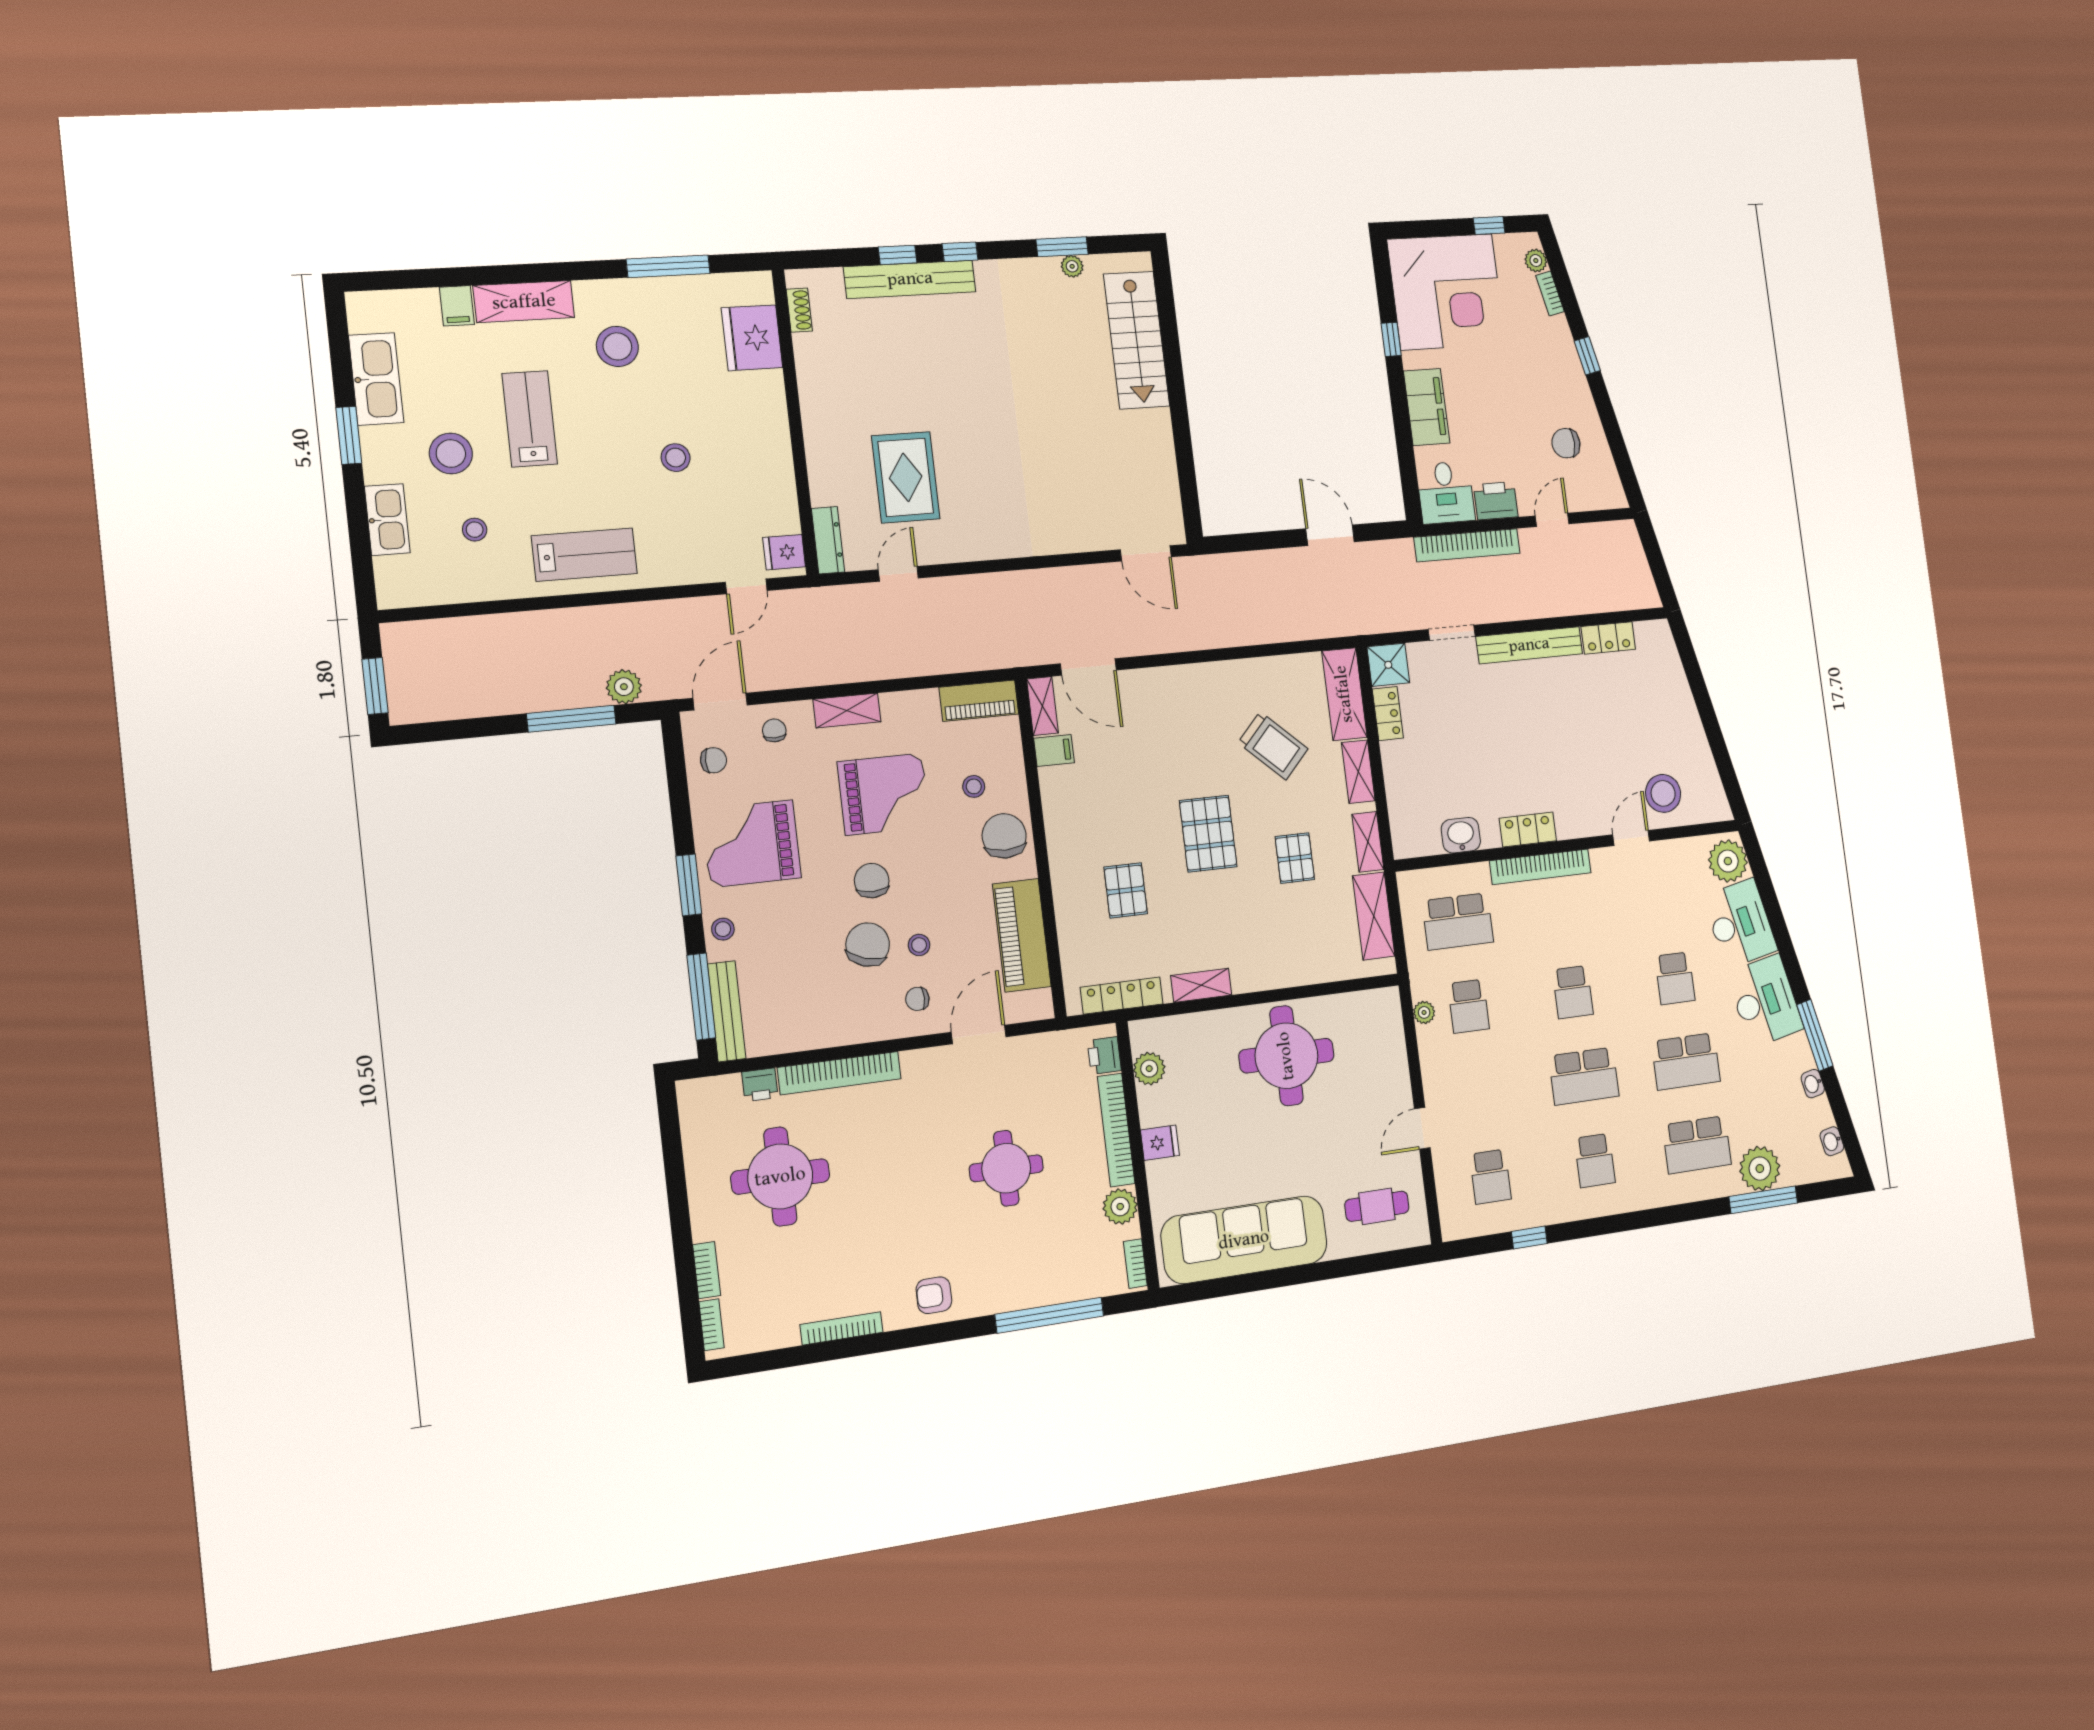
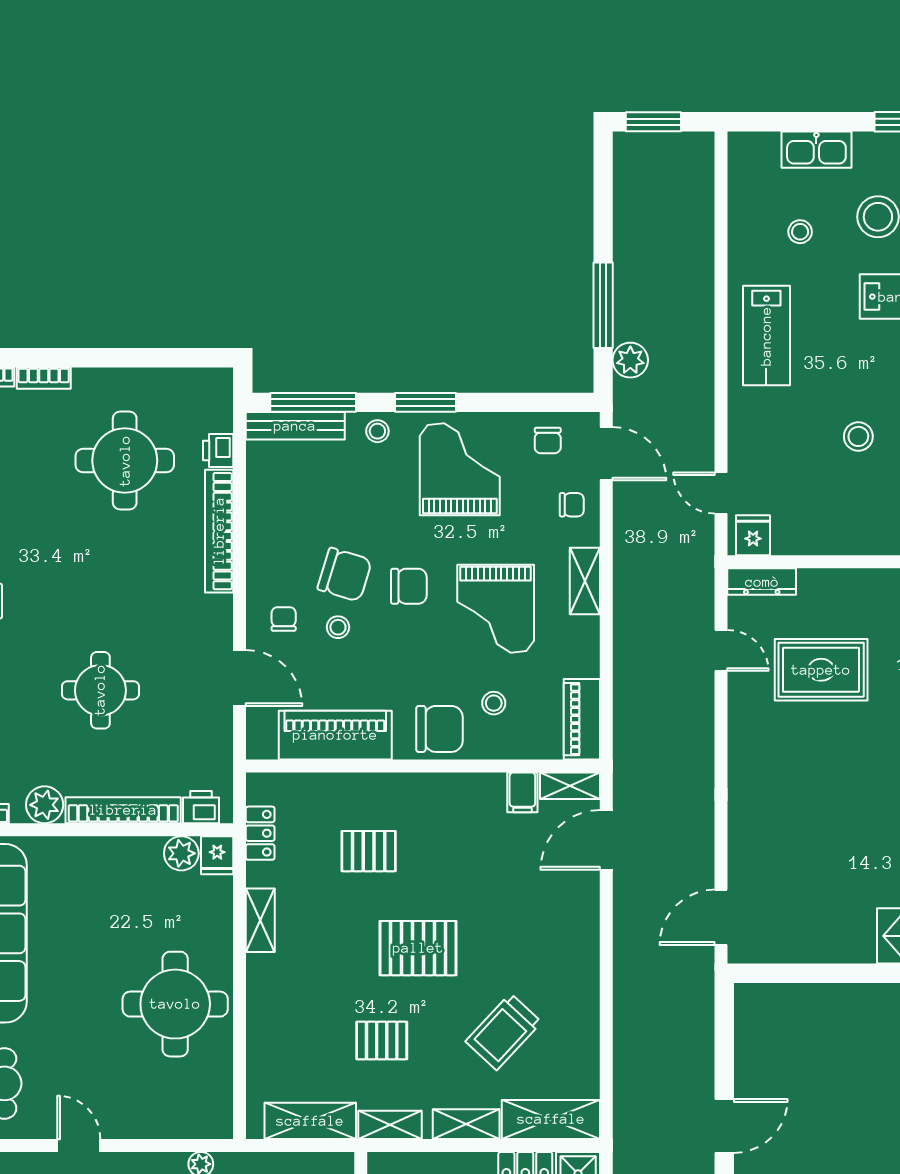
locker: (1122, 996) -> (260, 833), width x0.66
fridge: (1160, 1143) -> (217, 855), moved

